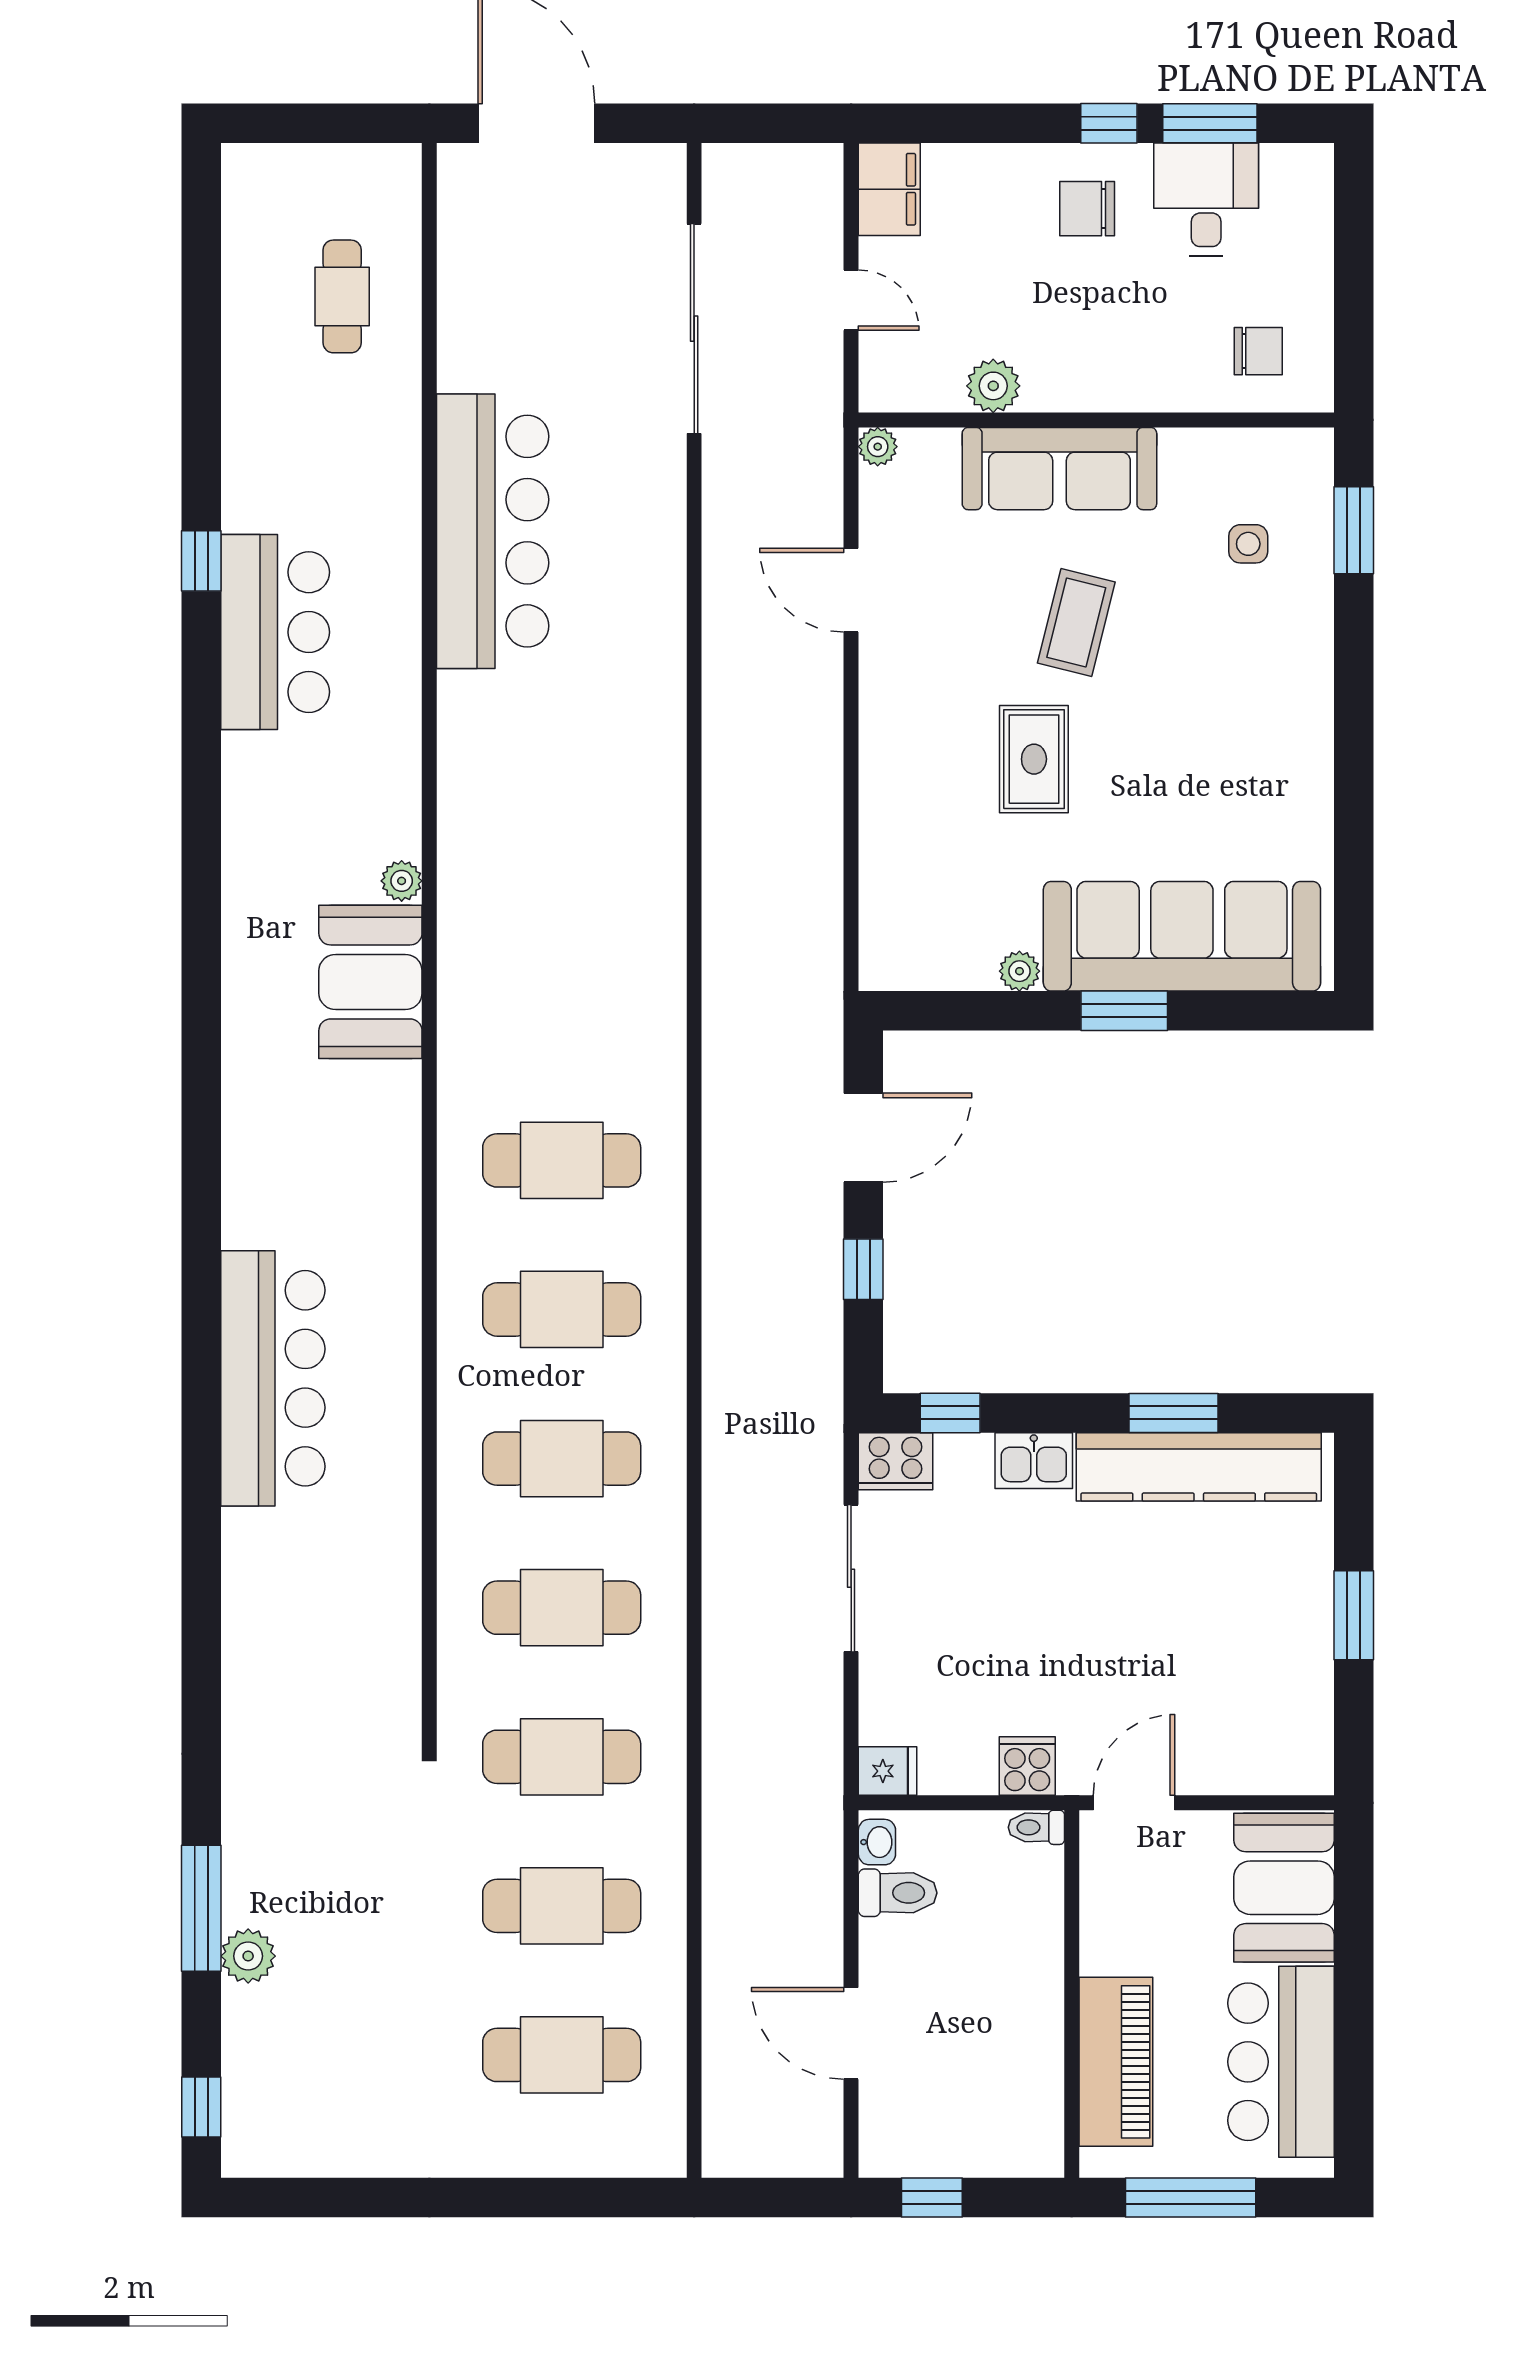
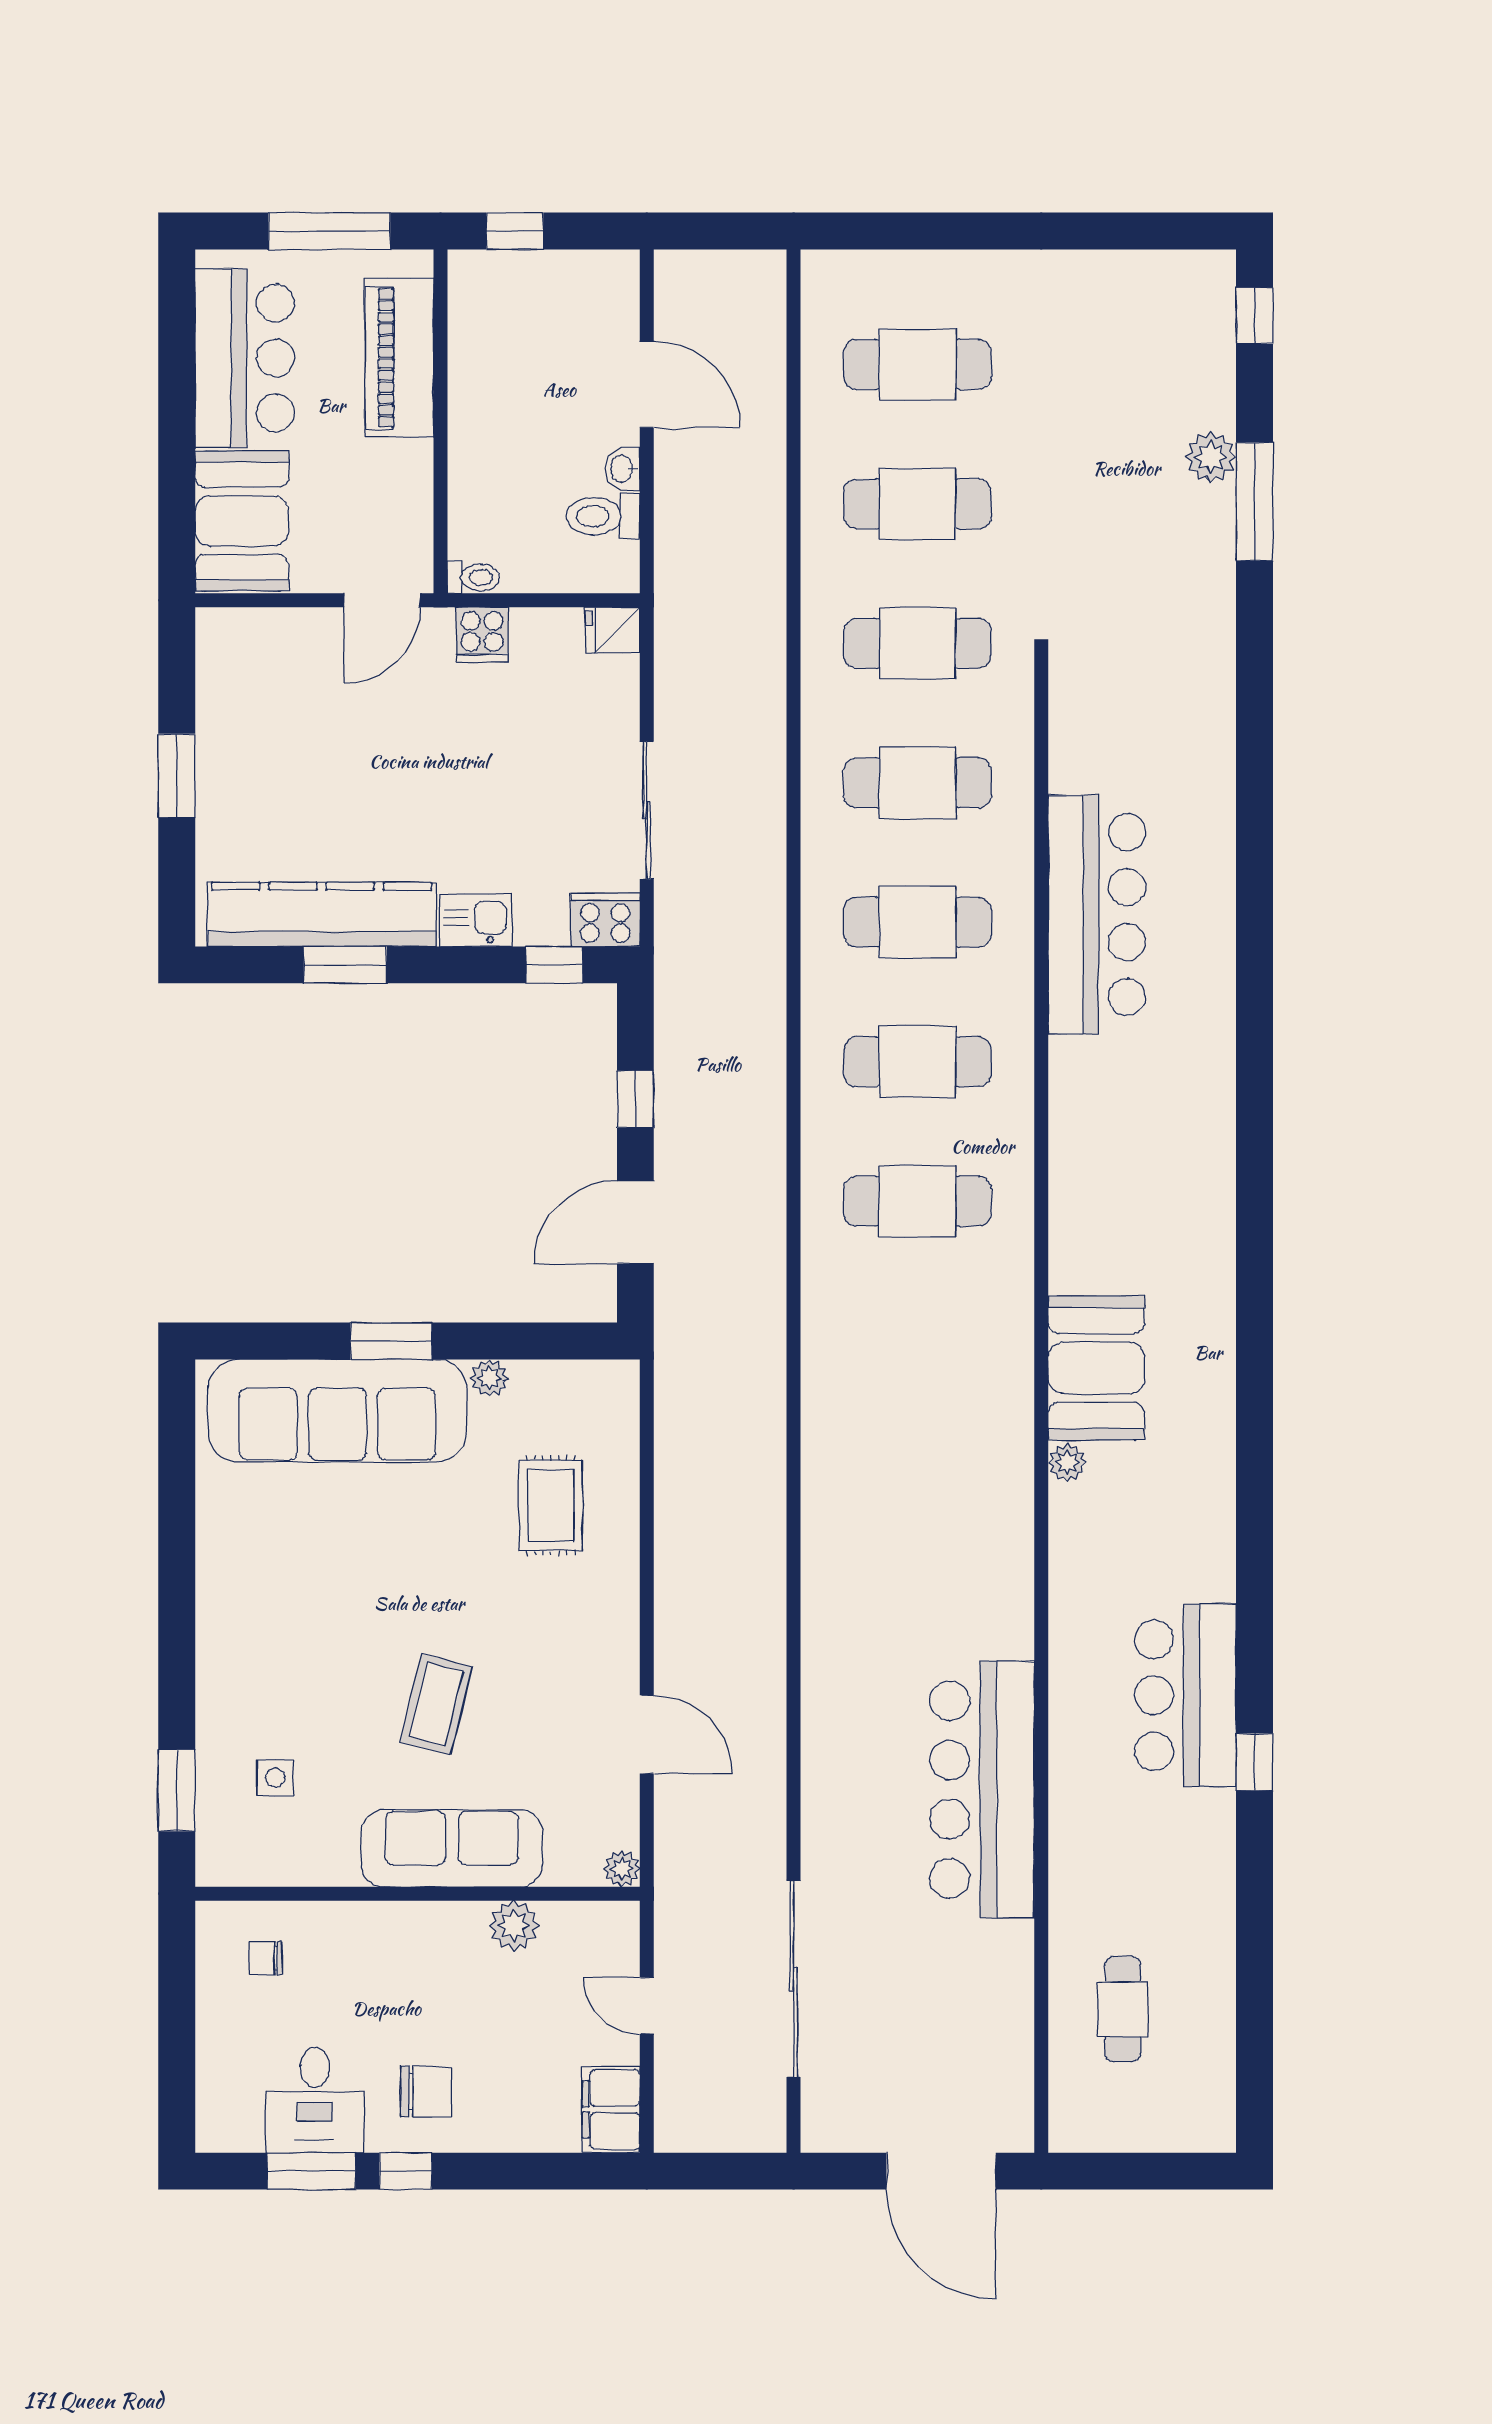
chair: (1258, 351) -> (266, 1958), width x0.73, depth x0.73
rug: (1034, 759) -> (551, 1505), moved
bar counter: (273, 1378) -> (1097, 915), moved, turned 180
washbasin: (877, 1842) -> (623, 469), moved
window: (932, 2198) -> (515, 231), moved

